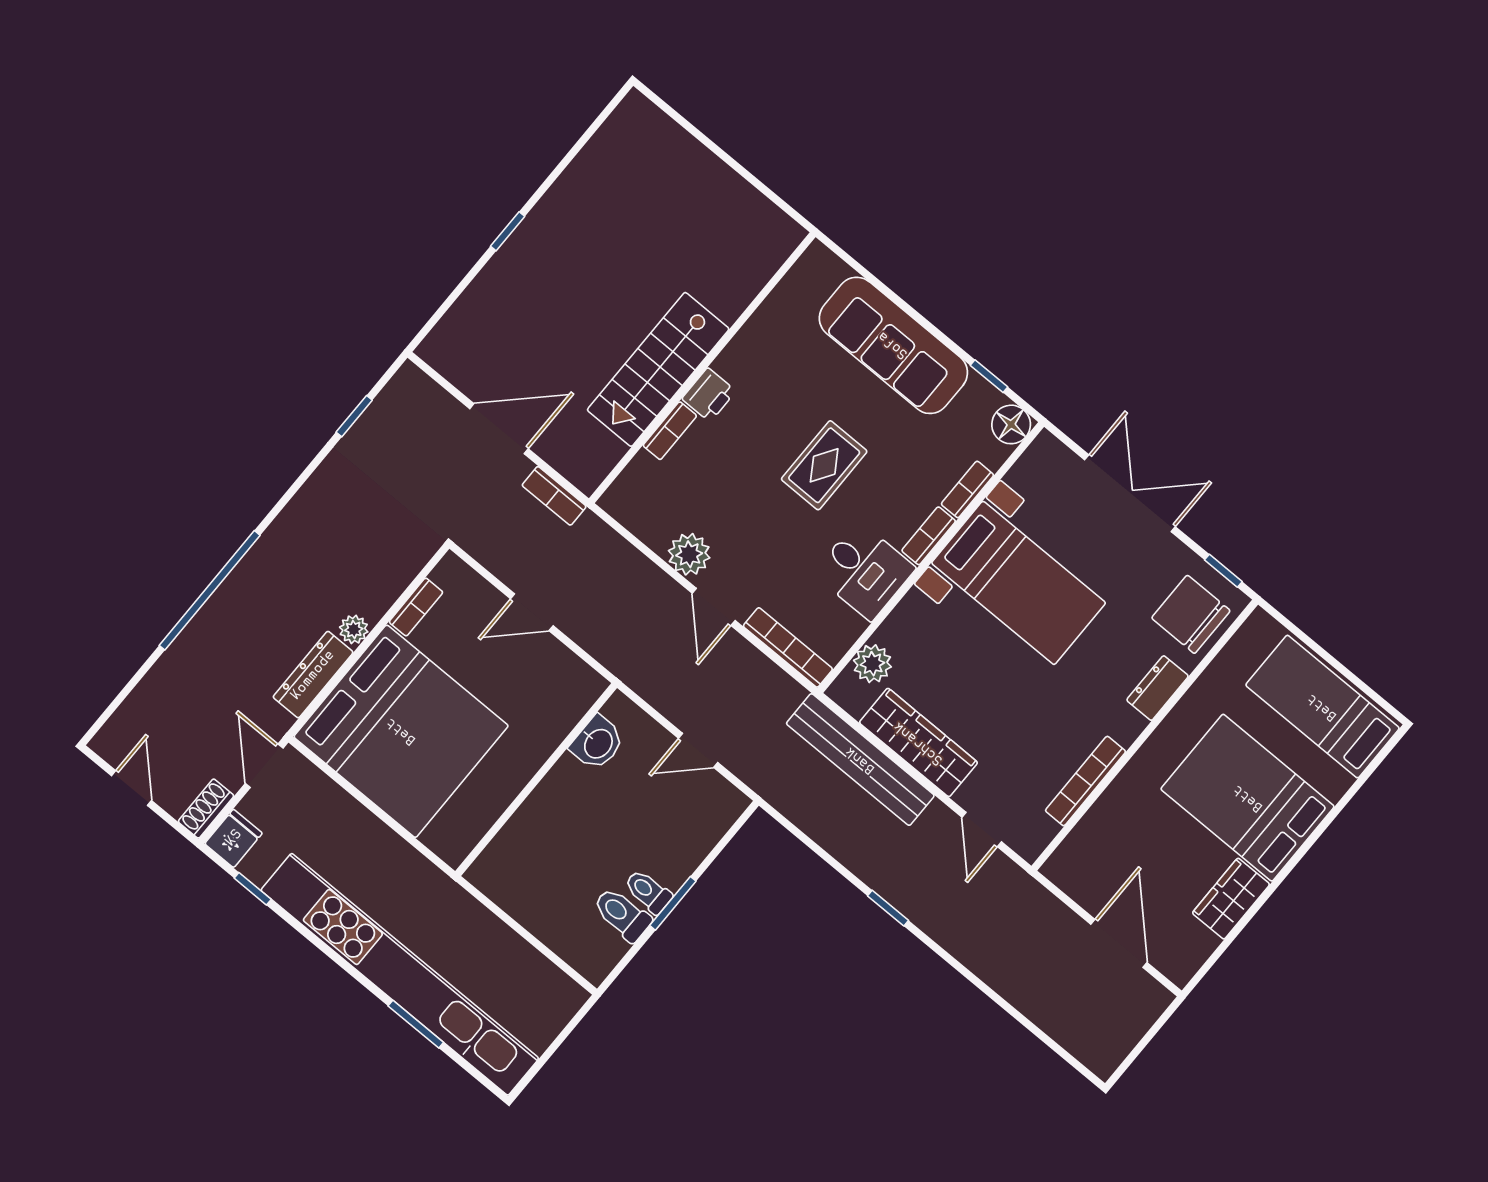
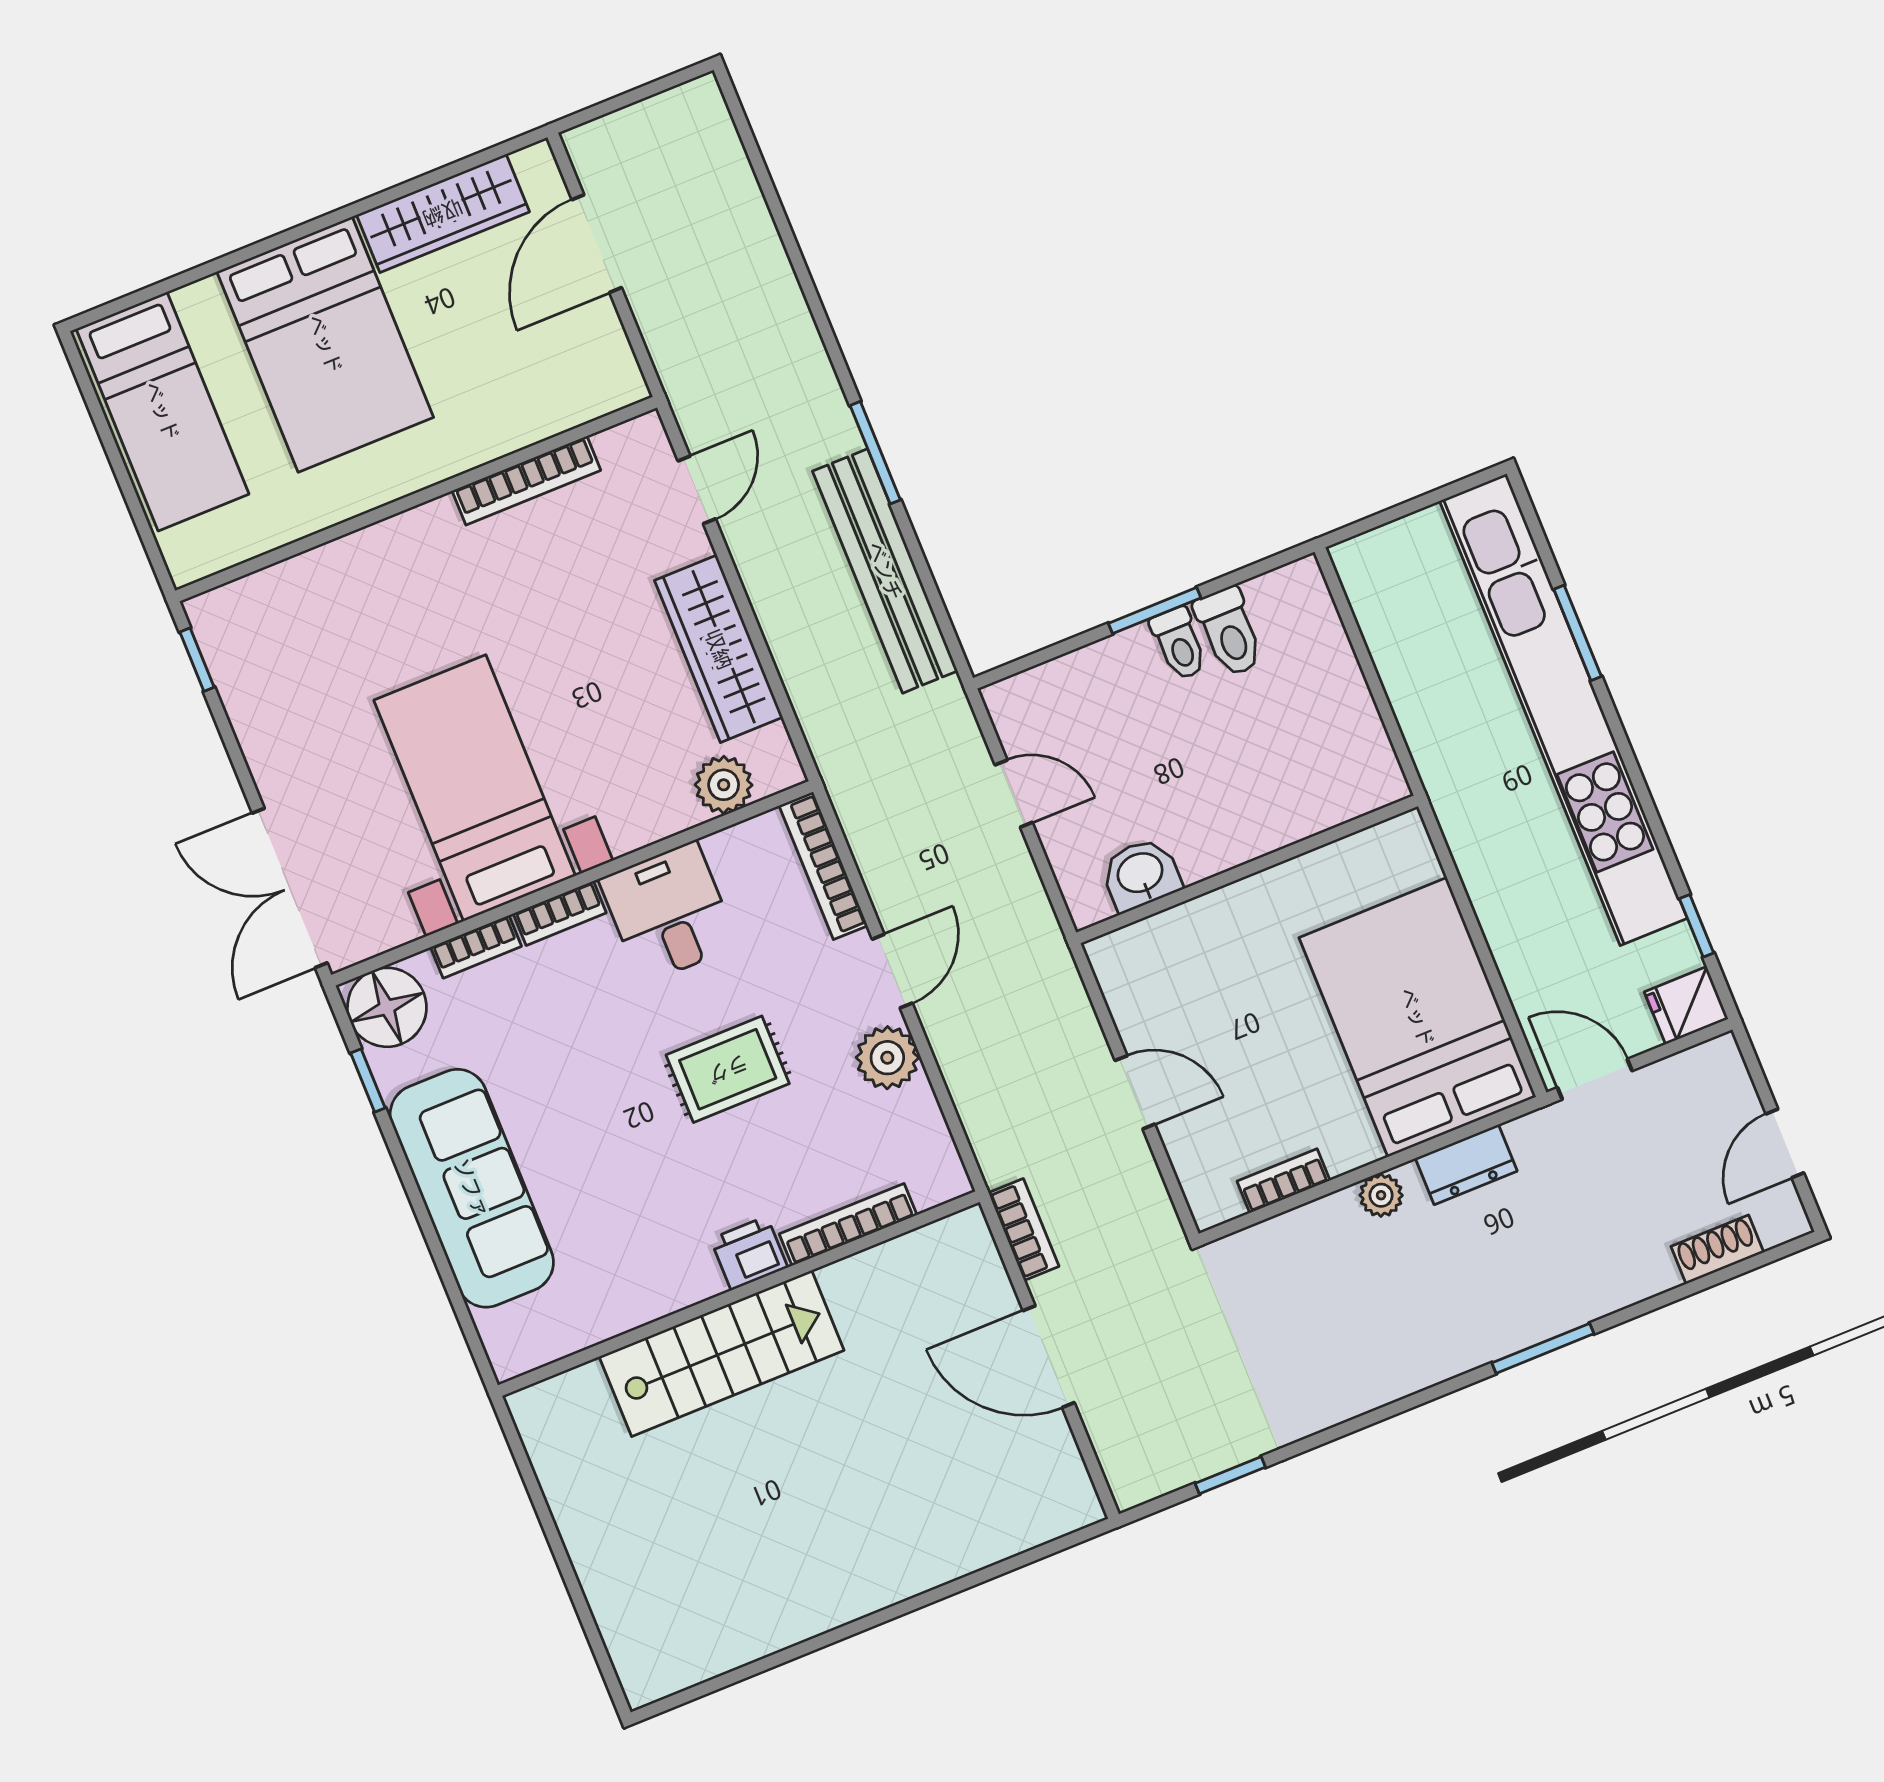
window: (508, 231) -> (898, 1610), removed
stairs: (658, 369) -> (722, 1353), moved
floor lamp: (1011, 424) -> (387, 1007), width x1.38, depth x1.38
bookcase: (670, 431) -> (848, 1225), width x1.56
rug: (824, 465) -> (728, 1069), moved
double door: (1130, 493) -> (290, 888), moved
window: (210, 590) -> (1543, 1348), width x0.47
chair: (1191, 614) -> (270, 625), removed
dresser: (313, 675) -> (1466, 1165), width x0.70
dresser: (1158, 688) -> (366, 552), removed
bed: (401, 731) -> (1417, 1017), width x0.73
bench: (860, 760) -> (885, 571), moved
door: (264, 766) -> (1595, 1079), swing flipped
shoe rack: (206, 809) -> (1717, 1249), moved, turned 180
wardrobe: (1231, 899) -> (443, 213), width x1.50
window: (888, 908) -> (875, 453), width x1.50

